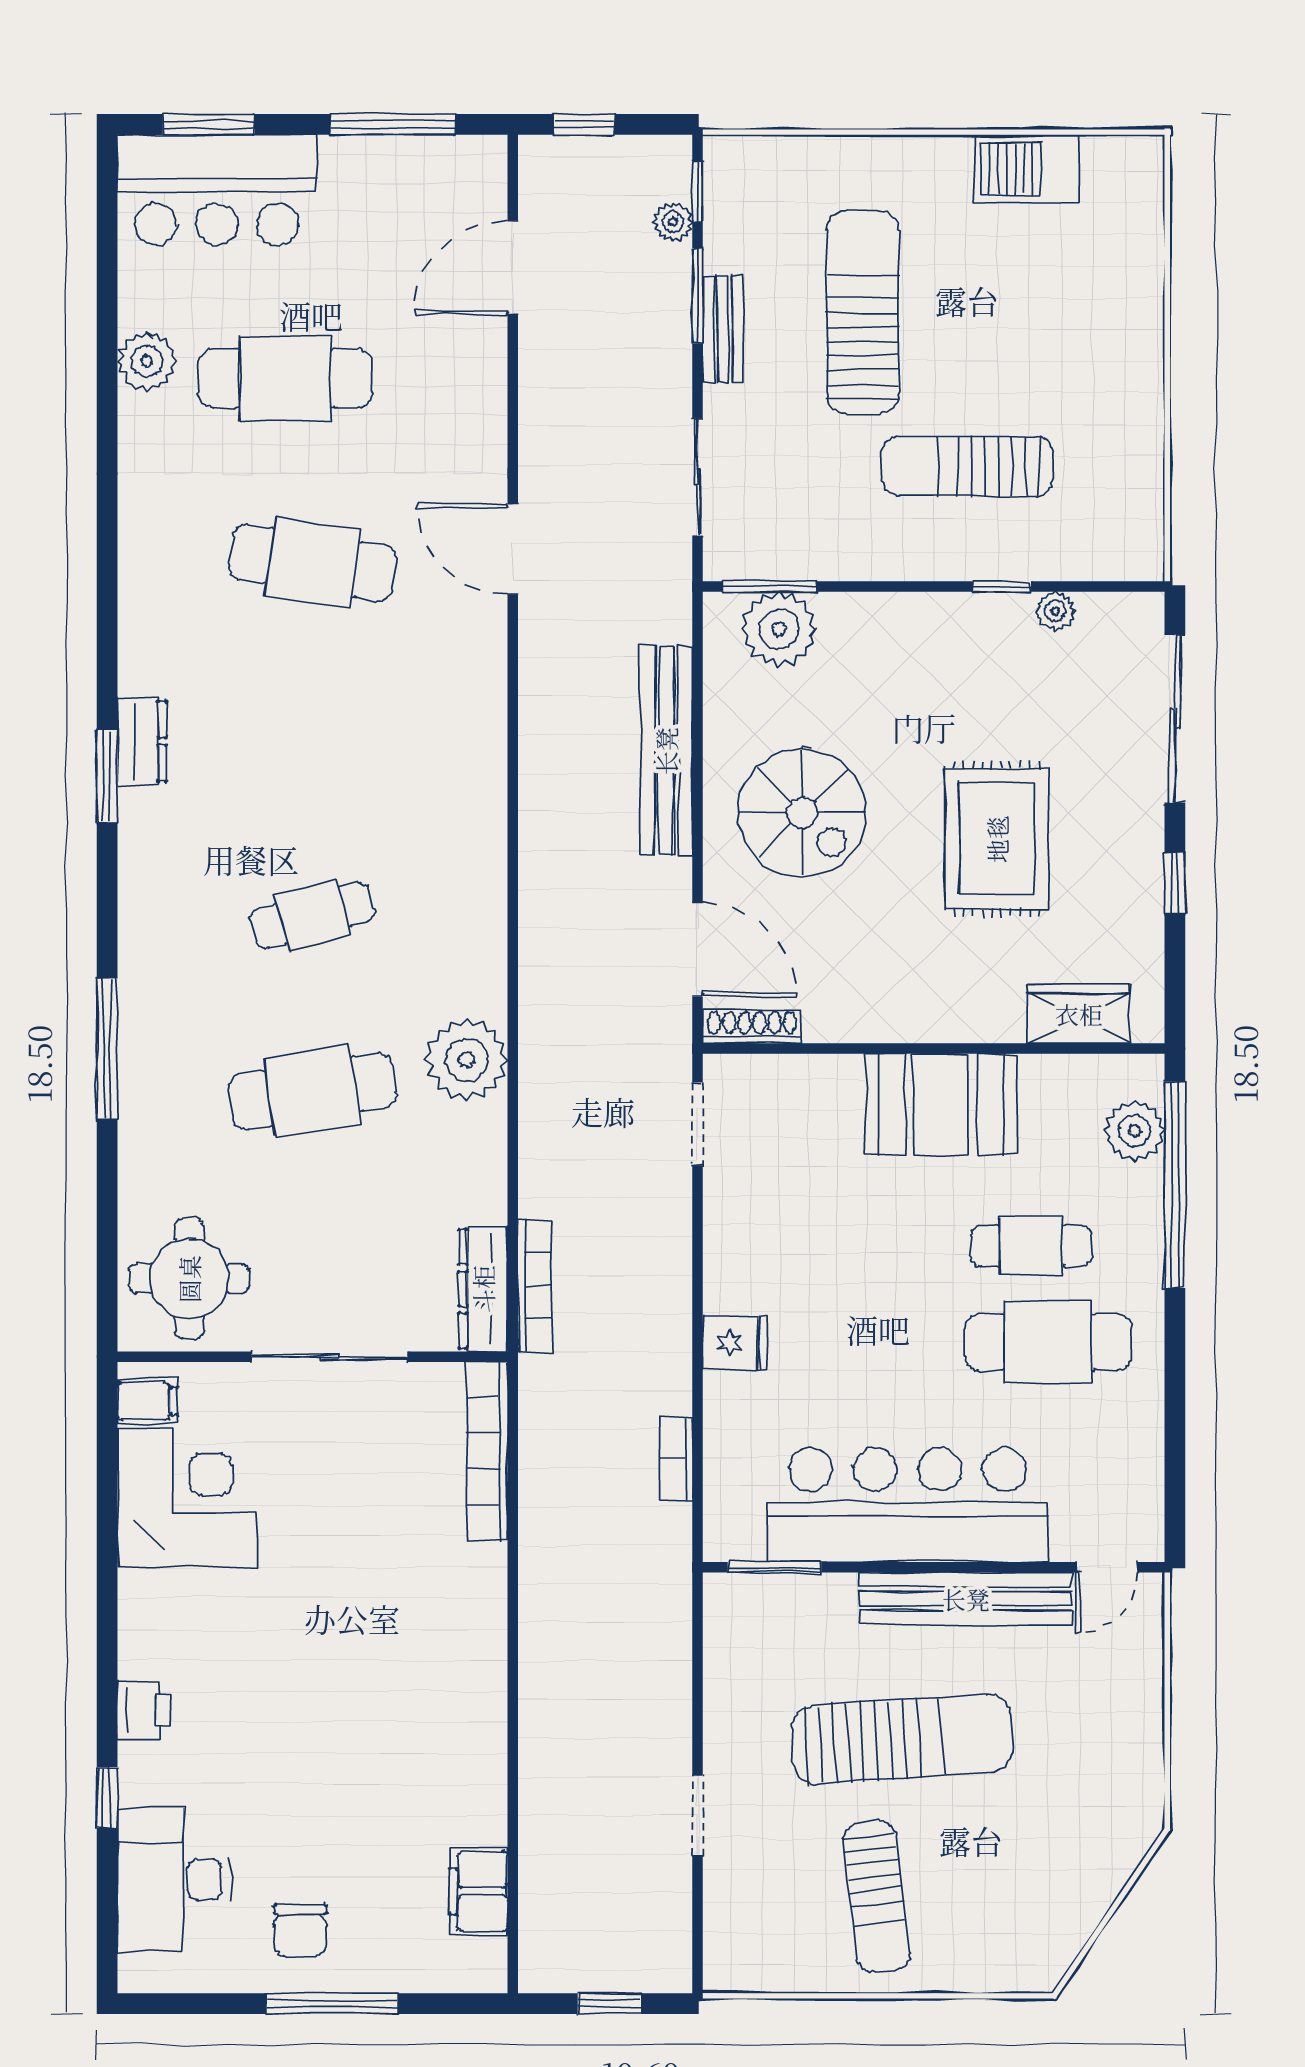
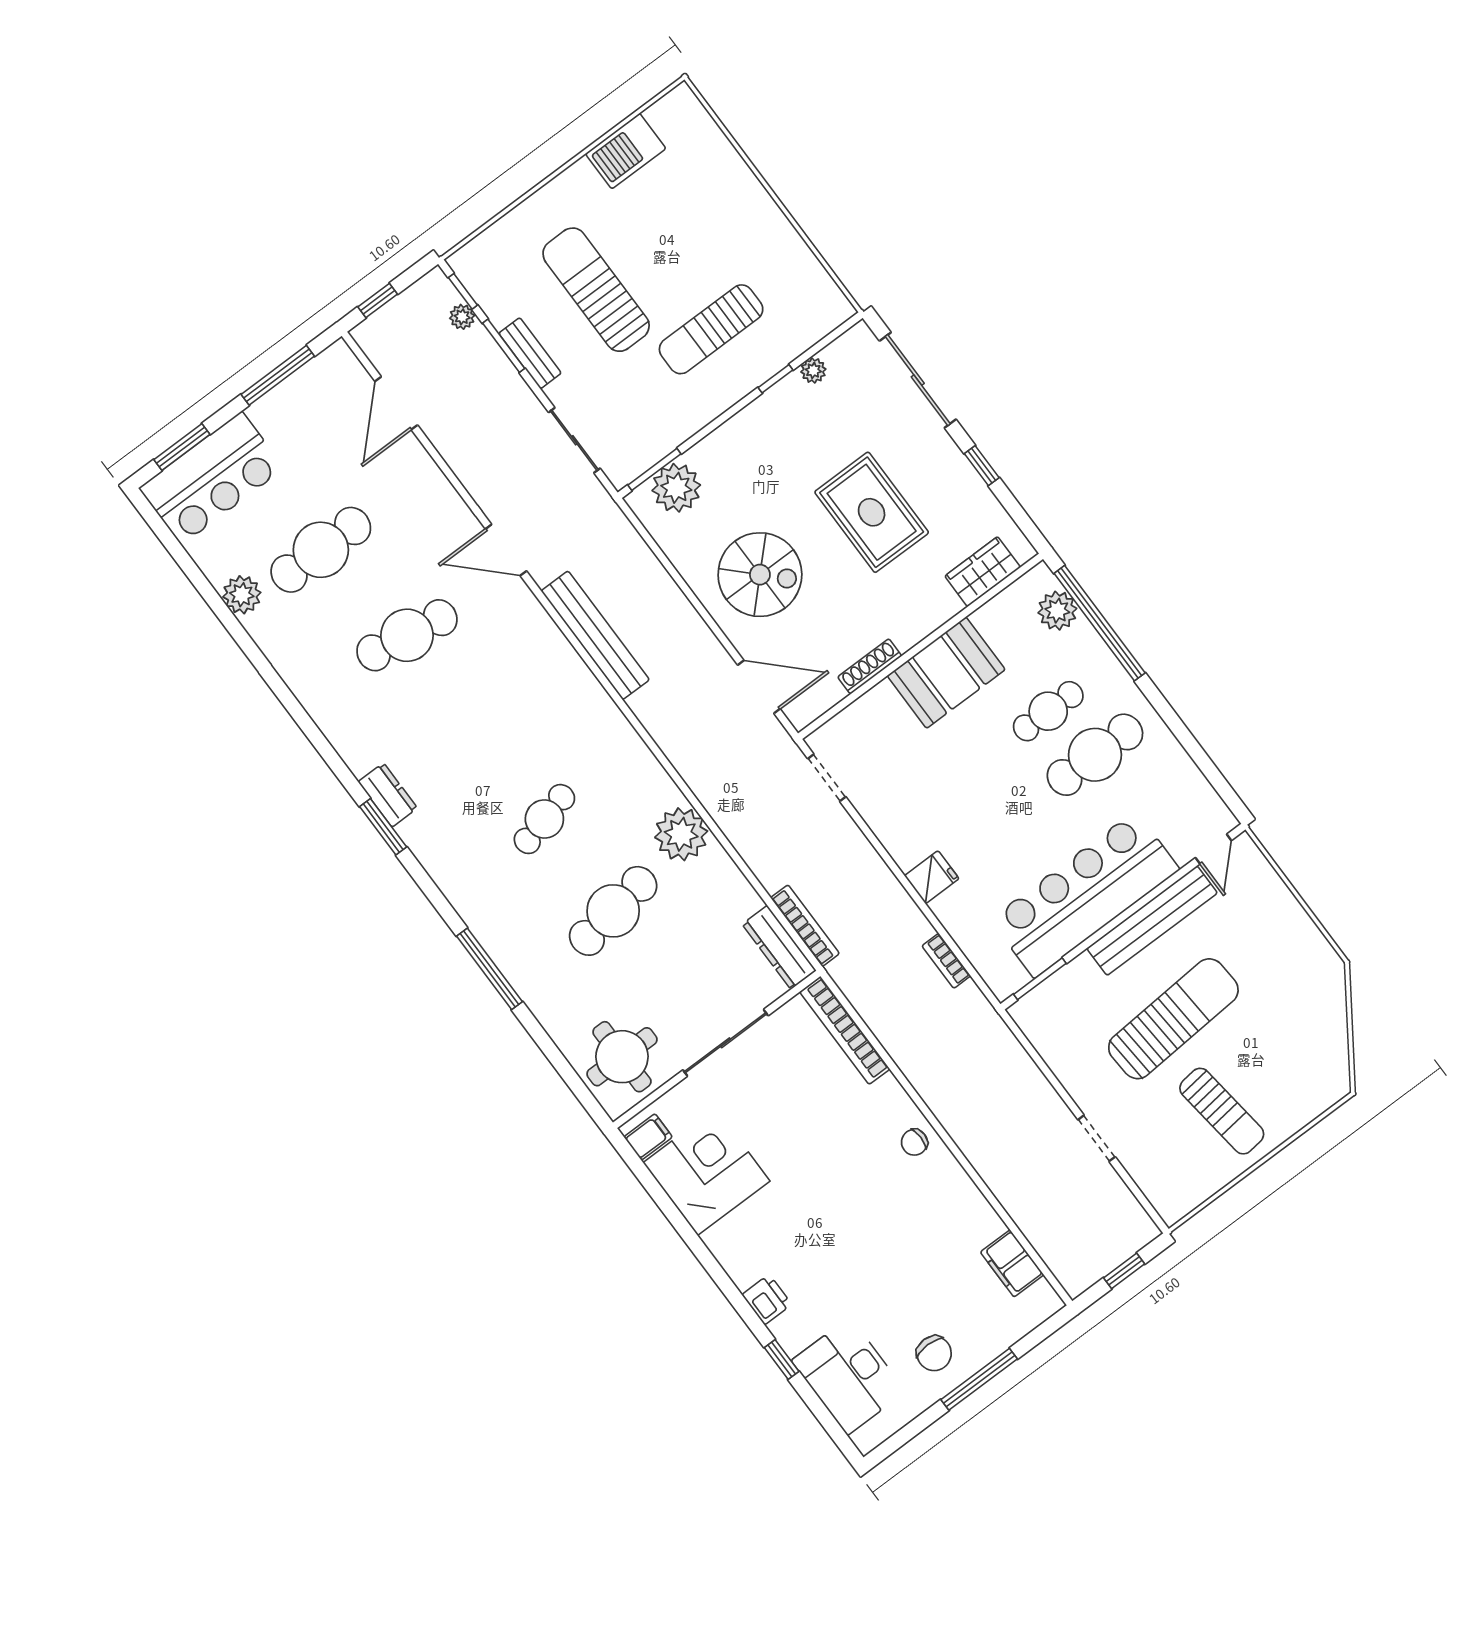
bench: (666, 751) -> (595, 635), moved
shoe rack: (752, 1027) -> (870, 666), moved
chair: (470, 1653) -> (914, 1142), added

